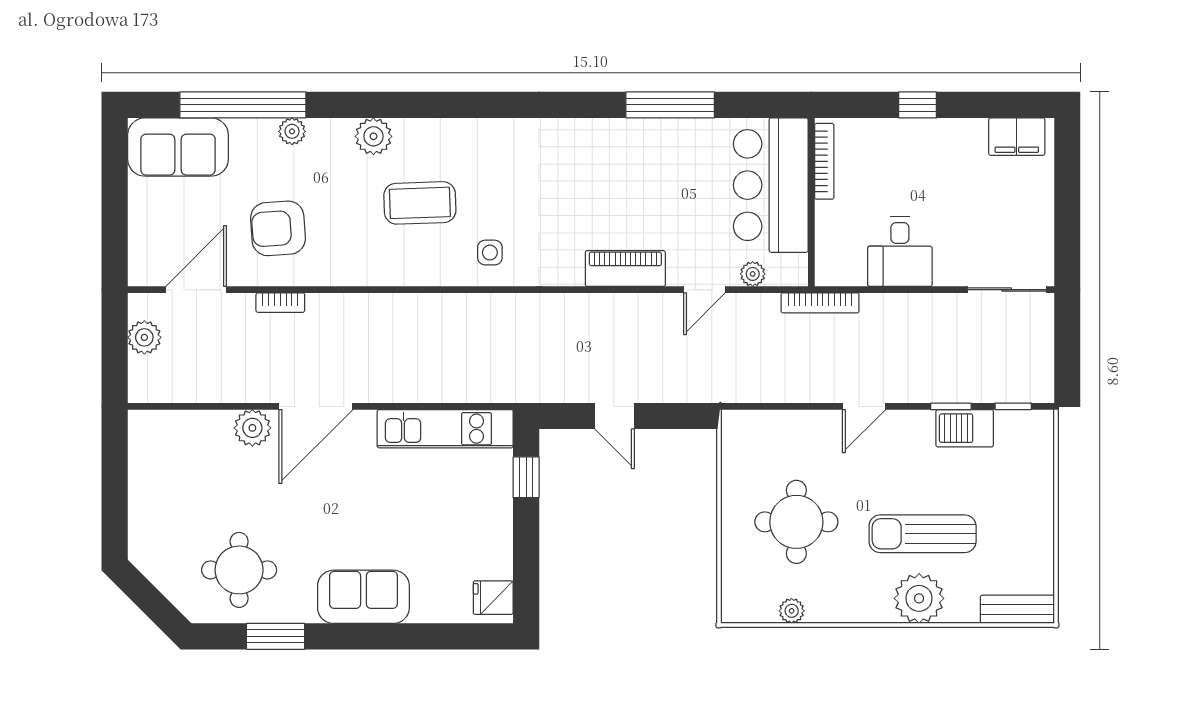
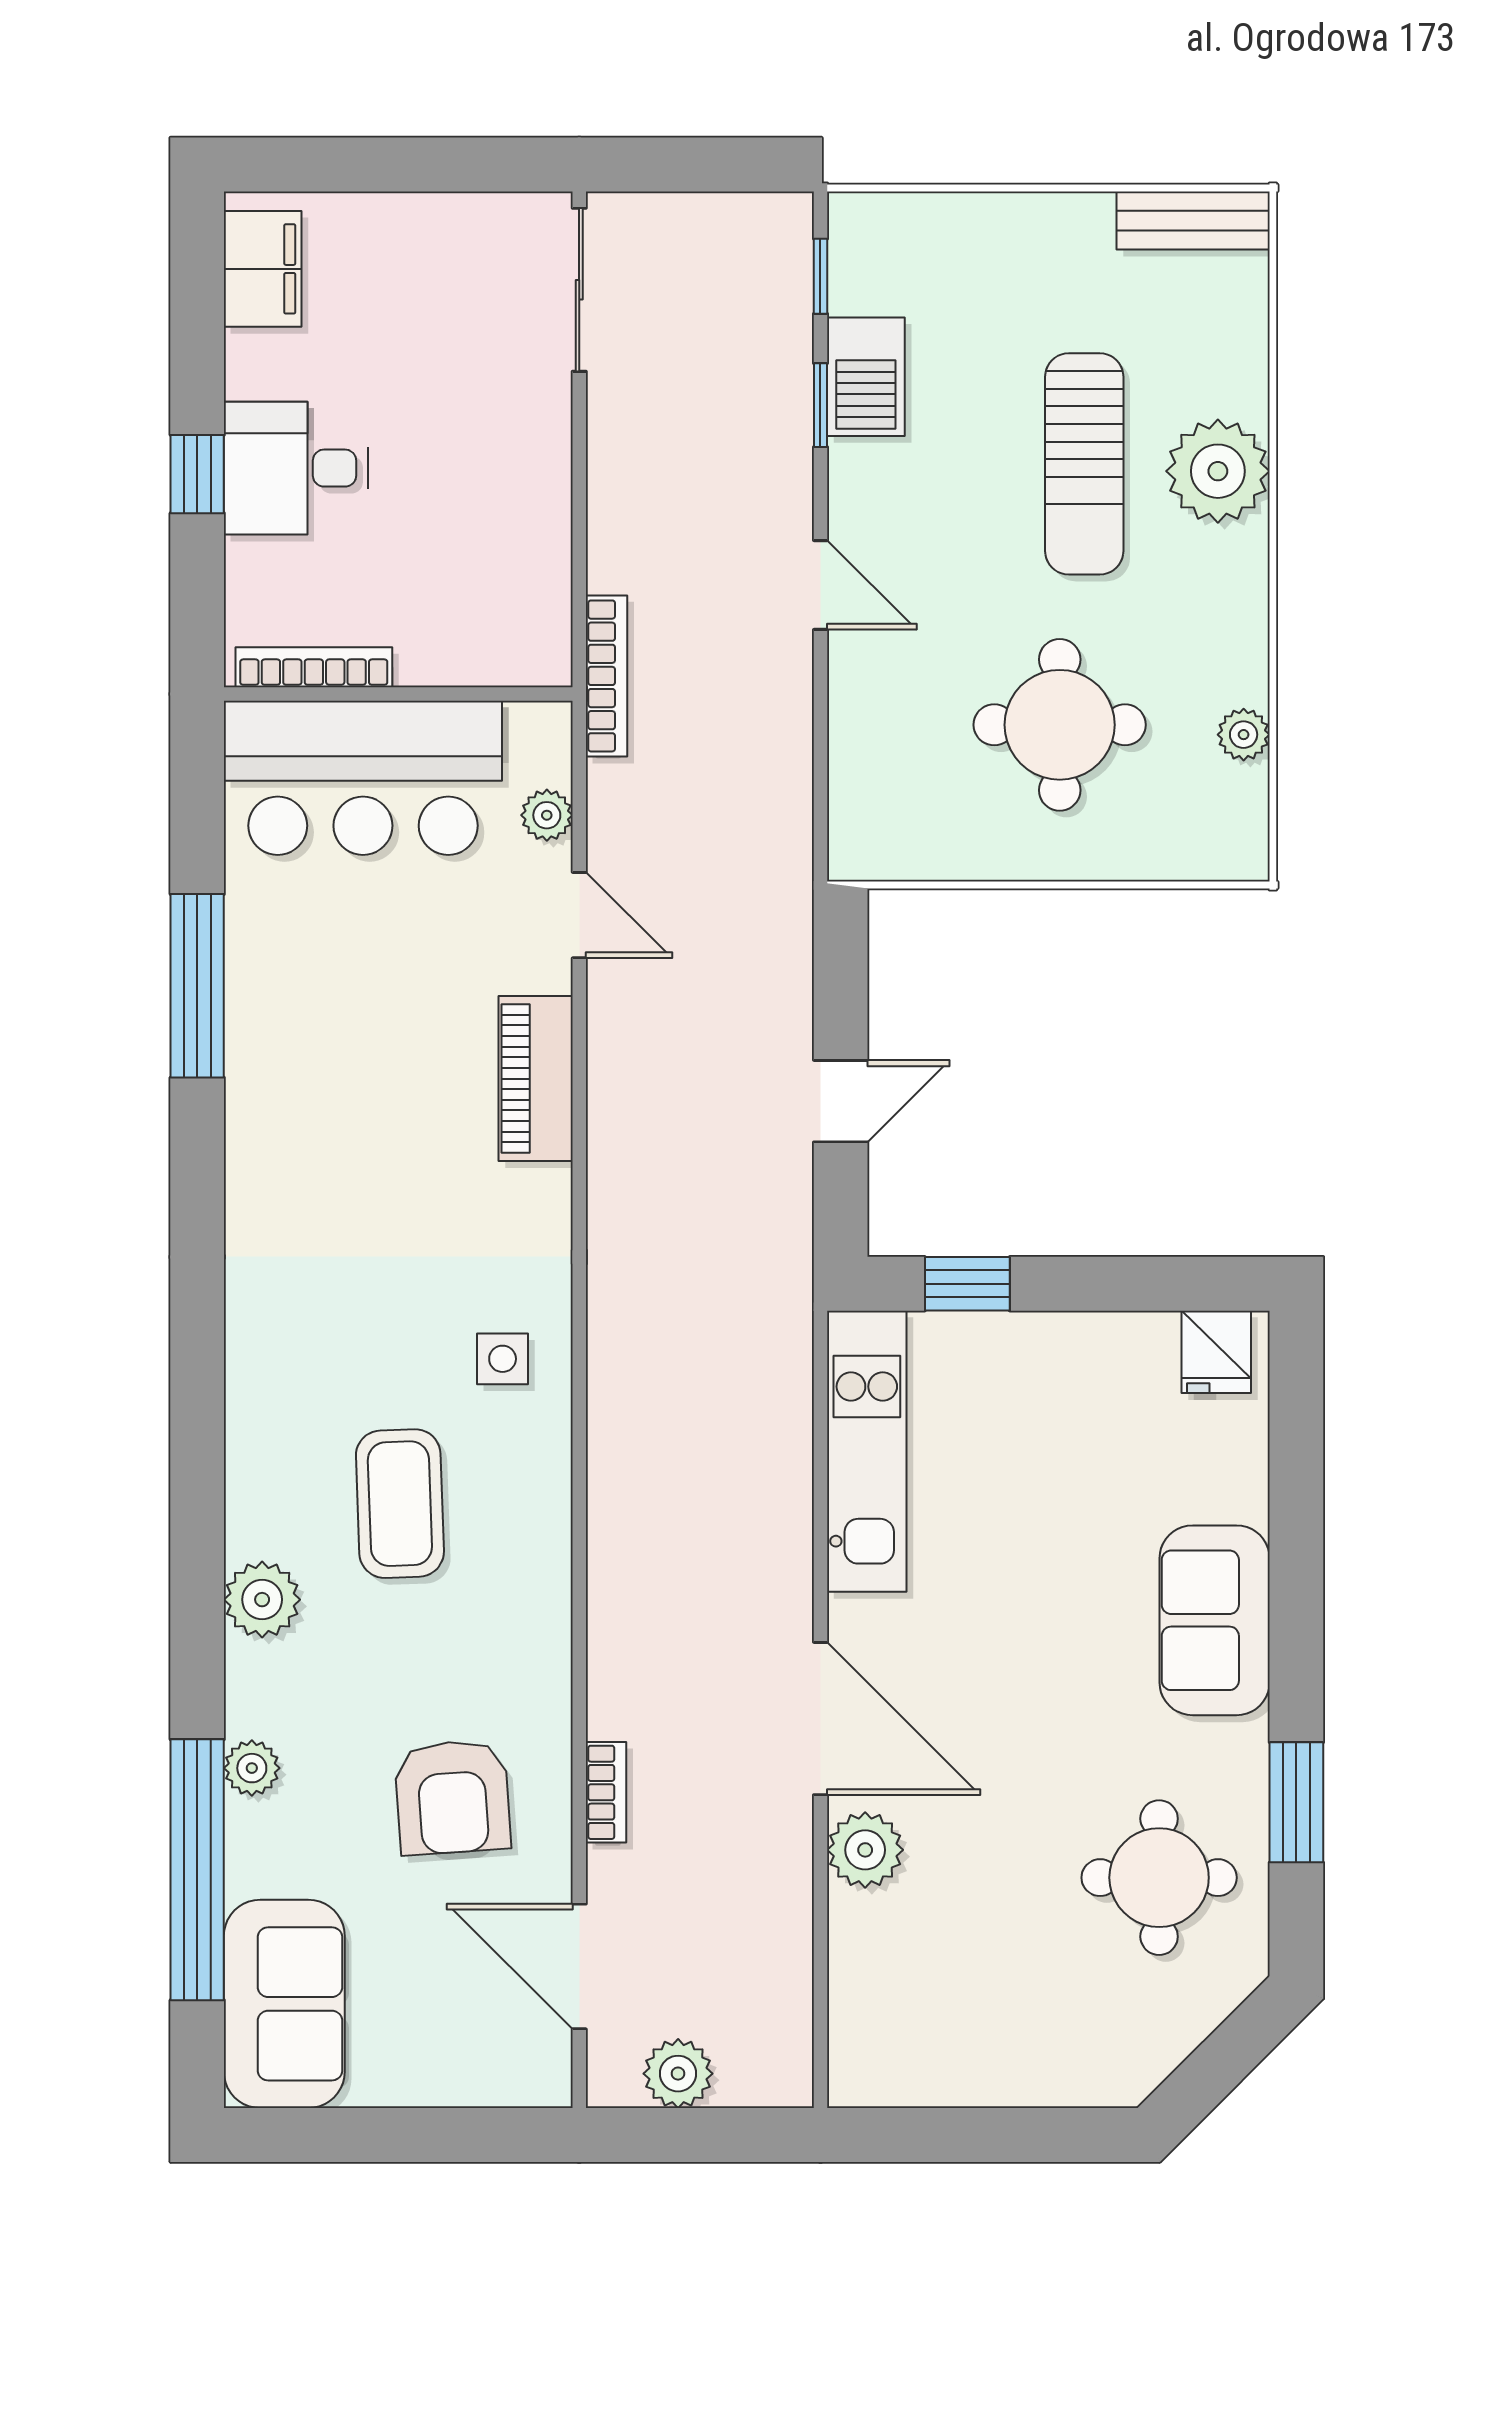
desk: (900, 252) -> (296, 468), moved, turned 180
bench: (1017, 609) -> (1193, 220), moved, turned 90

